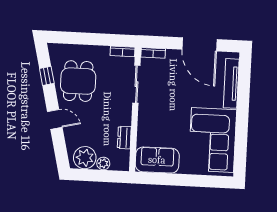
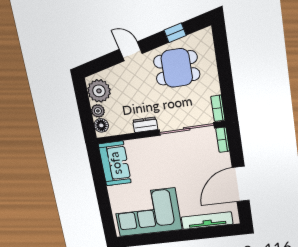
sliding door: (136, 84) -> (187, 129), width x1.37
door: (55, 119) -> (131, 51), swing flipped
dresser: (124, 138) -> (145, 125), moved
floor lamp: (118, 164) -> (101, 125), added

